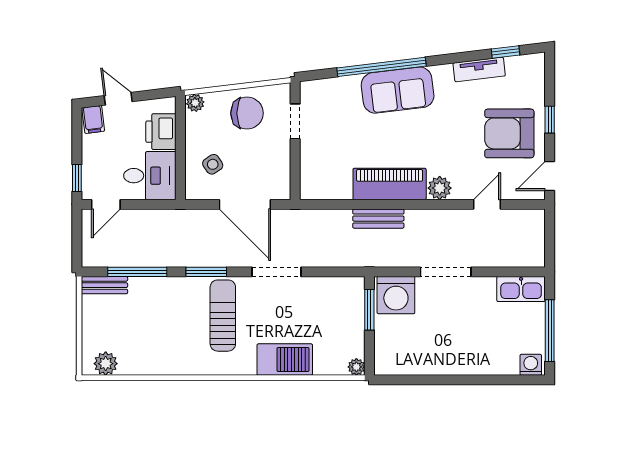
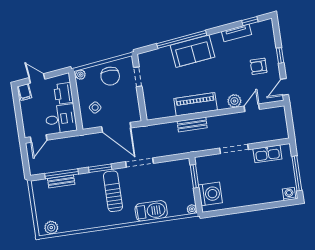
chair: (247, 113) -> (110, 76), turned 90
armchair: (509, 133) -> (259, 66), width x0.53, depth x0.53
window: (77, 178) -> (20, 126), removed
plant: (440, 188) -> (234, 101), moved
bench: (104, 285) -> (61, 181), moved
kitchen sink: (521, 289) -> (267, 154), moved
washing machine: (396, 295) -> (210, 194), moved, turned -90

